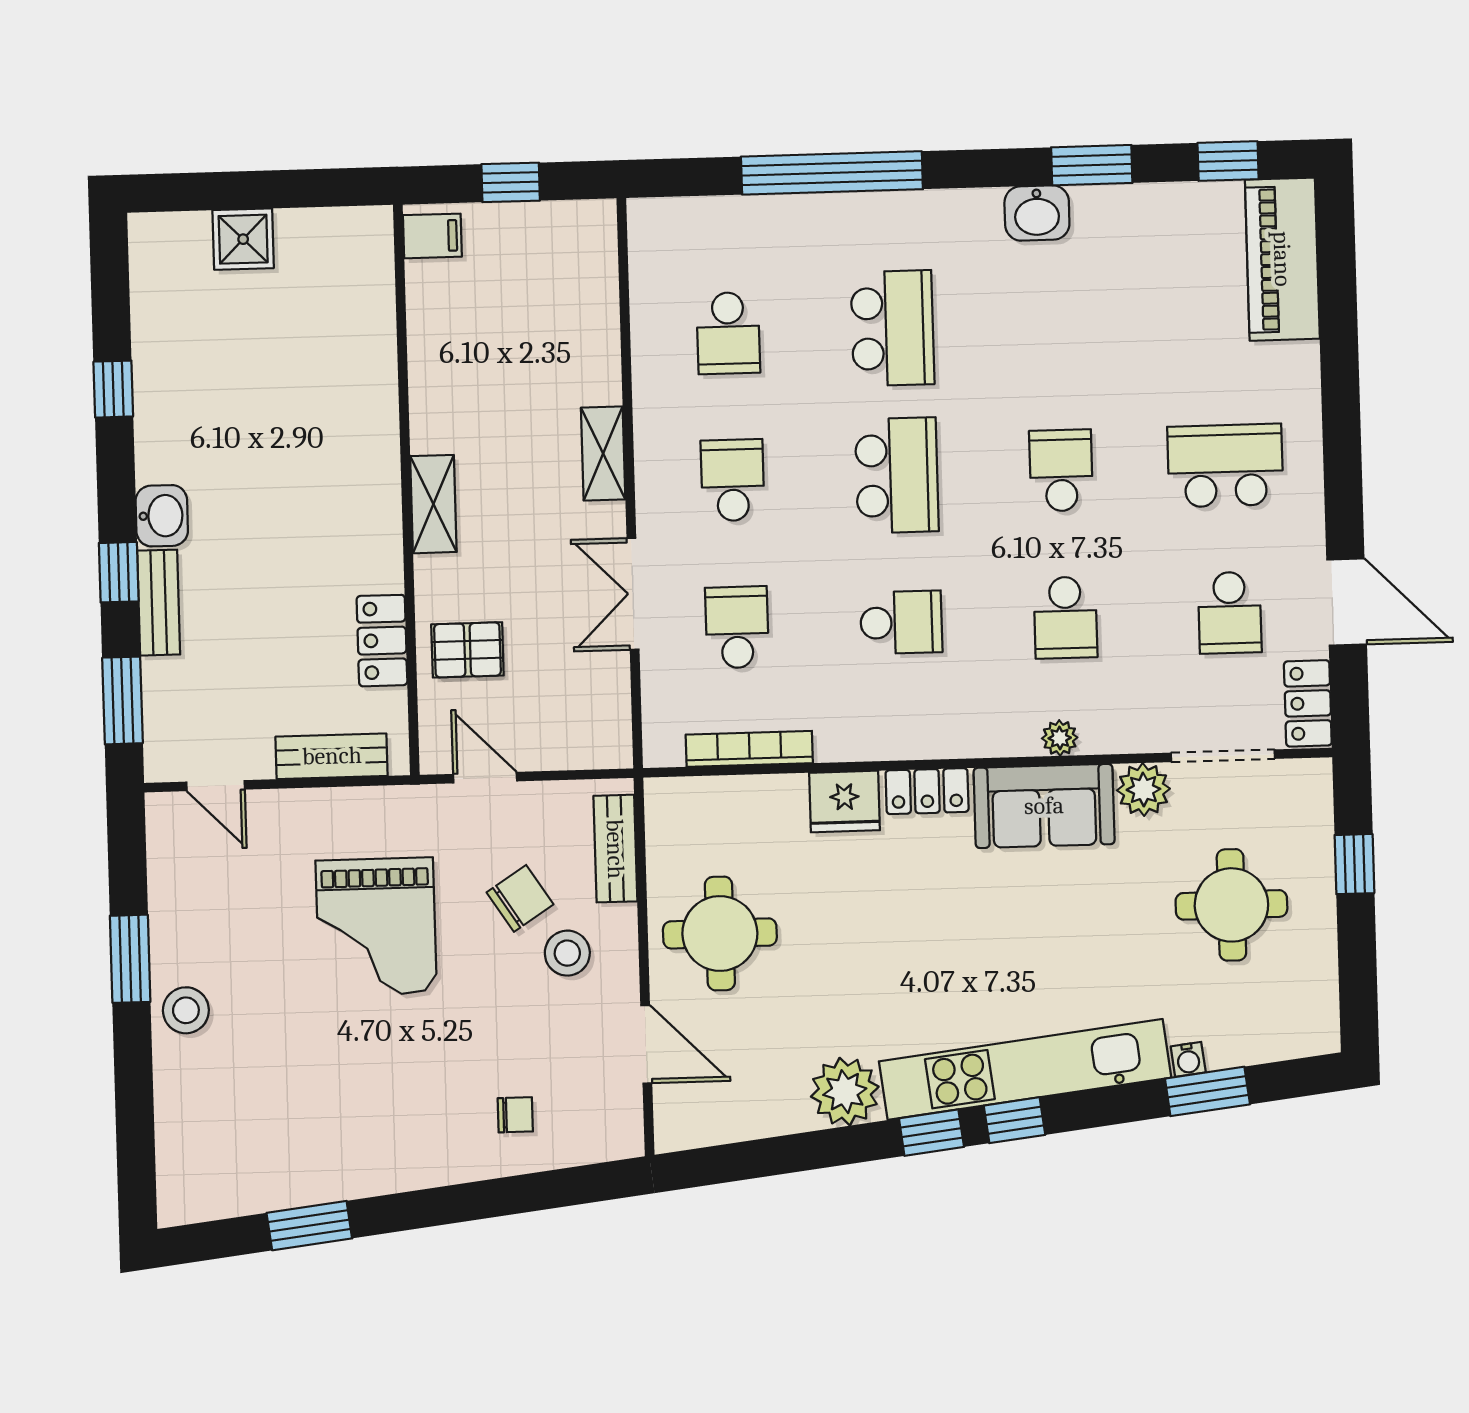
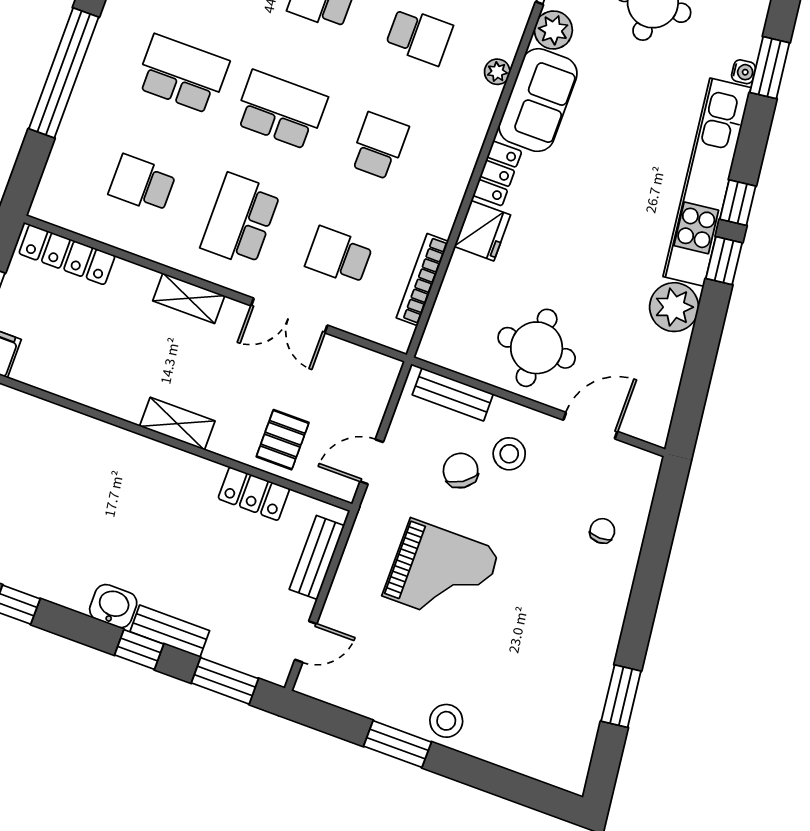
locker: (596, 272) -> (67, 255), added
school desk: (728, 333) -> (142, 184), turned 180
school desk: (733, 480) -> (241, 220), width x1.85

